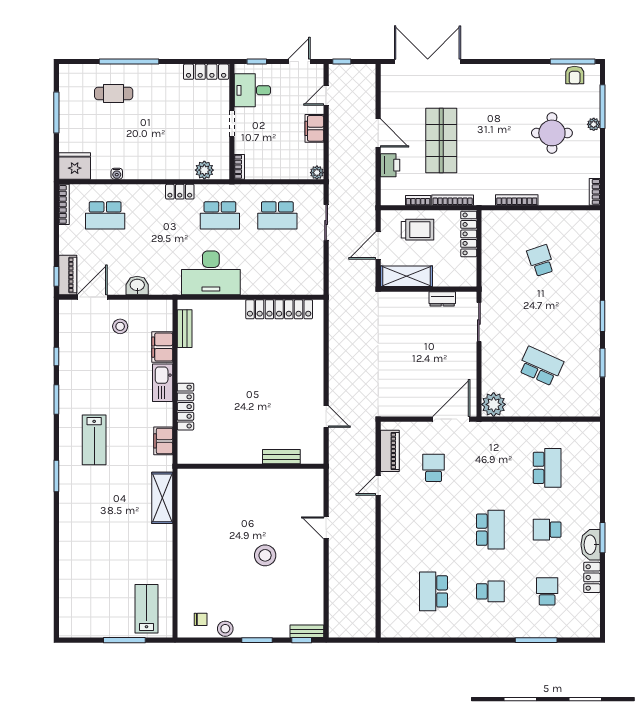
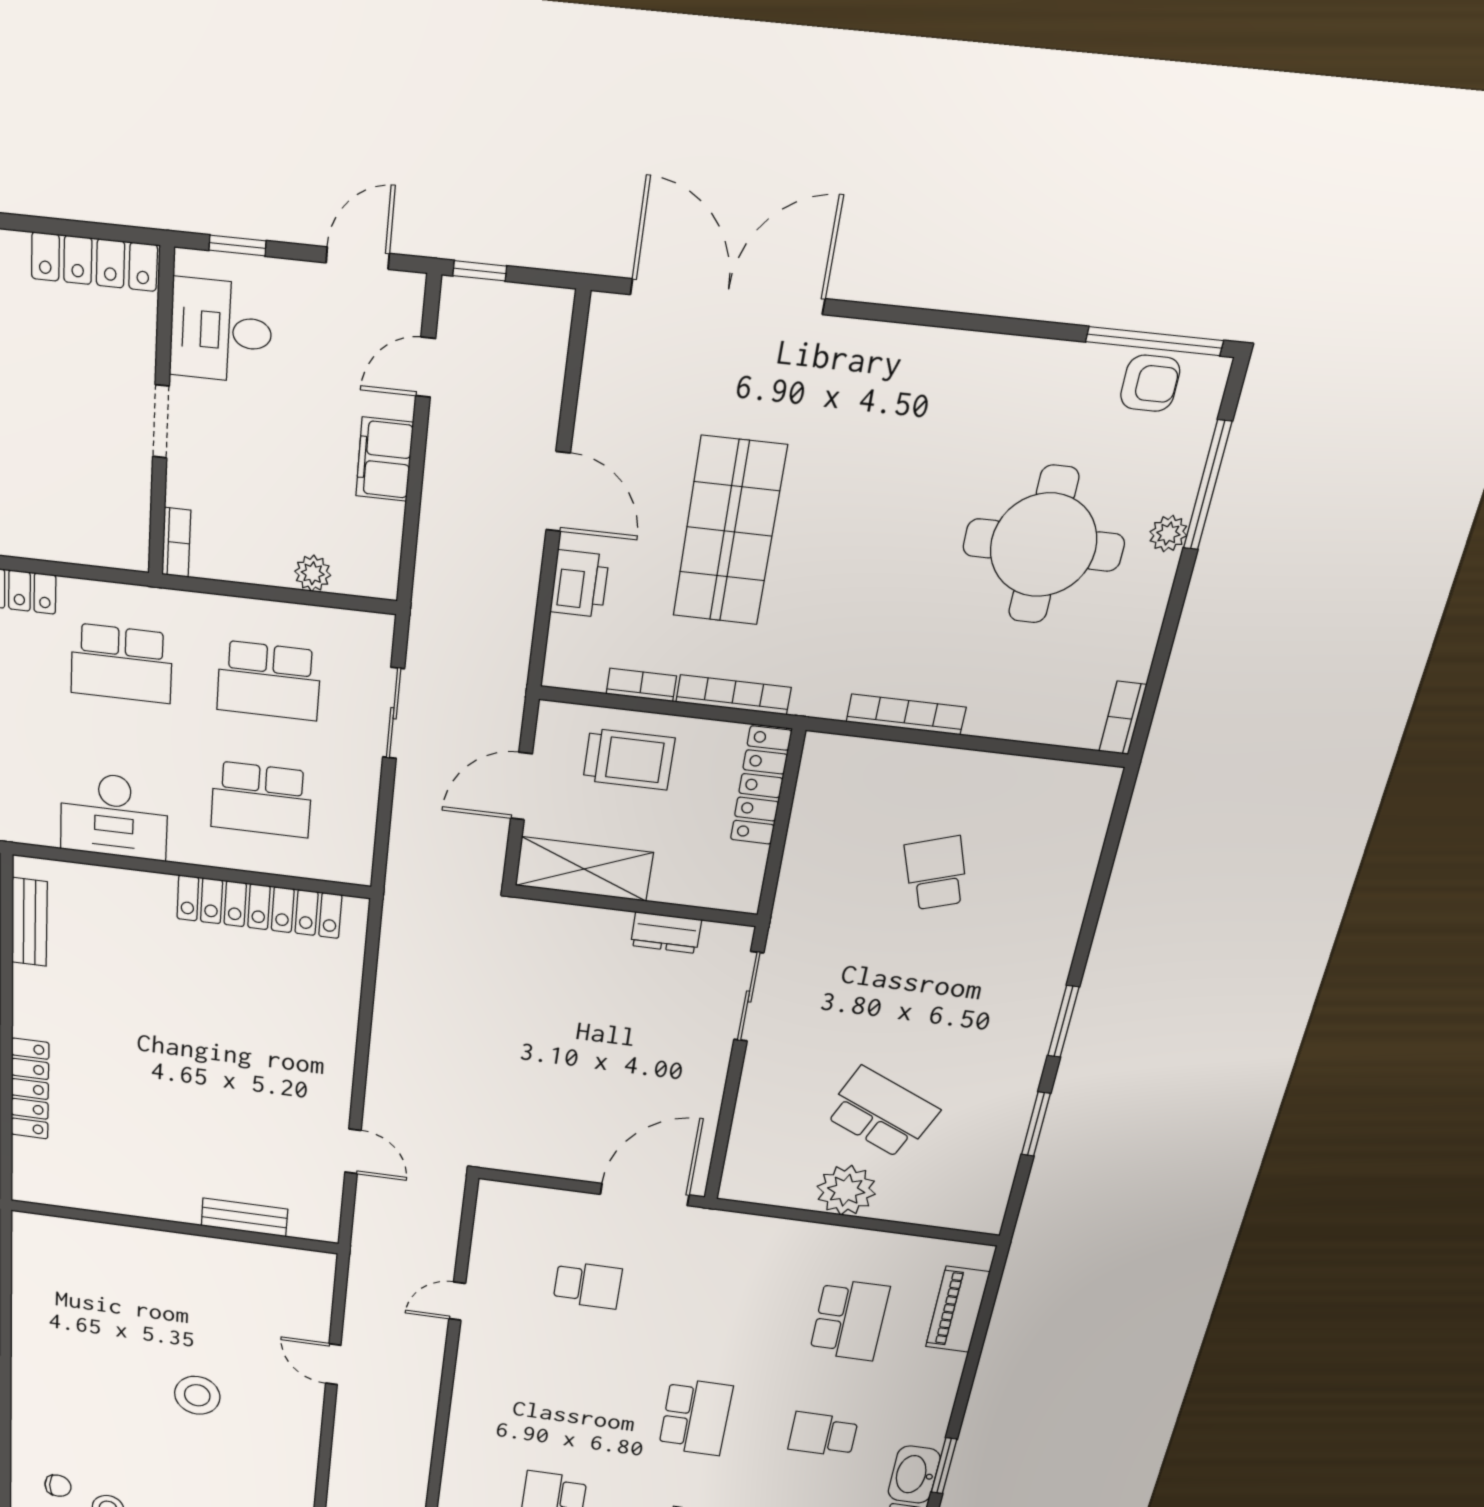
armchair: (575, 75) -> (1150, 383), turned -90
round table: (552, 133) -> (1043, 545), width x1.36, depth x1.36
plant: (204, 170) -> (84, 541), removed
plant: (317, 173) -> (313, 573), moved
school desk: (277, 264) -> (261, 799), added
desk: (211, 273) -> (114, 816), width x0.73, depth x0.77
plant: (494, 404) -> (846, 1190), moved
piano: (390, 451) -> (957, 1309), moved, turned 180
school desk: (434, 468) -> (588, 1285), turned 90

